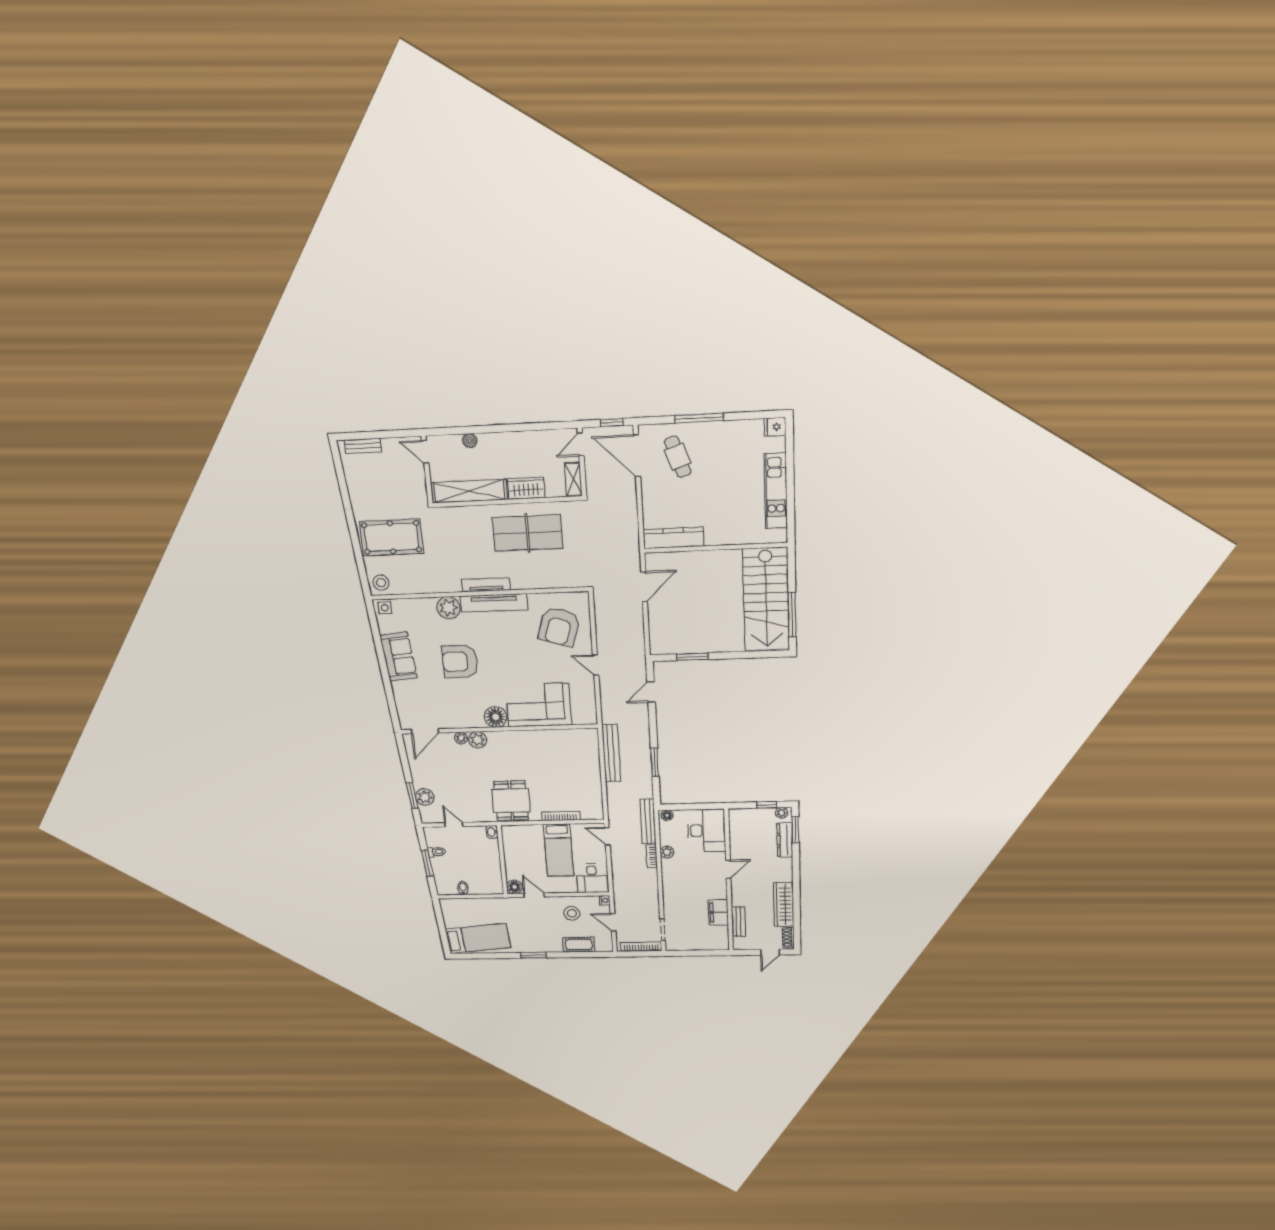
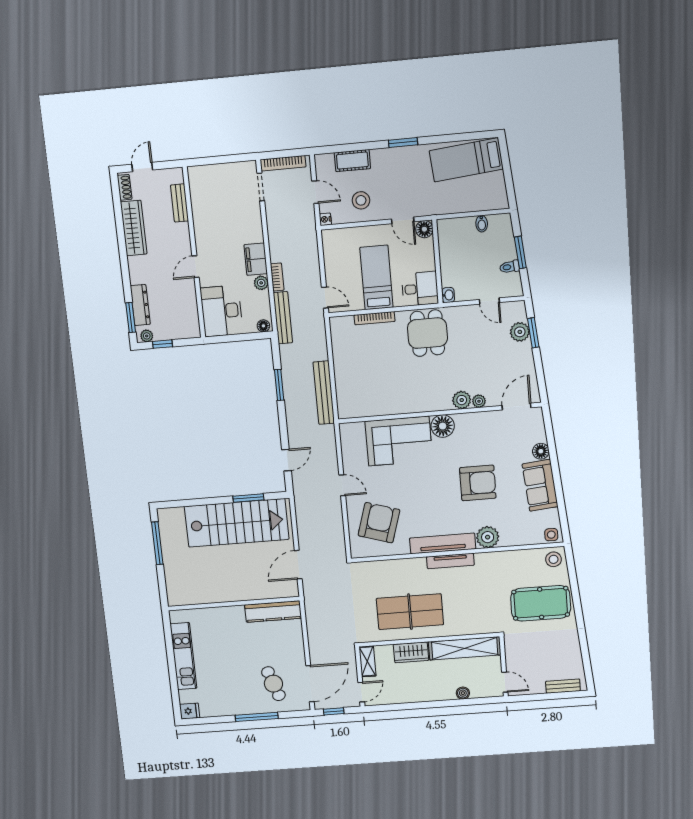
door: (637, 456) -> (310, 684), hinge flipped
stairs: (766, 600) -> (237, 523), moved, turned 90
floor lamp: (400, 689) -> (541, 451), added
desk: (592, 878) -> (420, 289), moved, turned 90
filing cabinet: (718, 912) -> (256, 259), moved, turned 180

